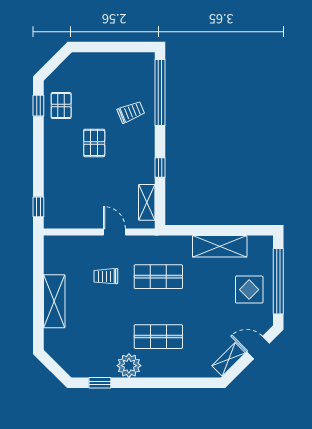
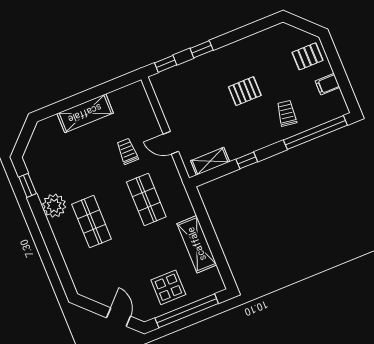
filing cabinet: (119, 63) -> (328, 84), added
pallet: (61, 105) -> (308, 56), moved
window: (38, 106) -> (202, 49), moved
trolley: (131, 112) -> (287, 113), turned -149
door: (114, 232) -> (171, 143), swing flipped
shelving: (229, 359) -> (97, 294), removed

